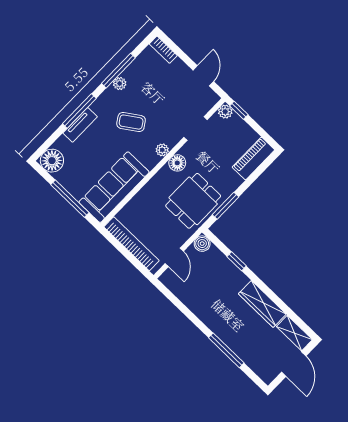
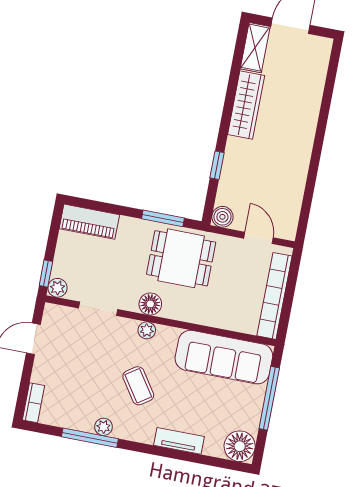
window: (79, 111) -> (164, 452), removed
door: (174, 257) -> (258, 238), hinge flipped
window: (226, 350) -> (324, 111), removed

